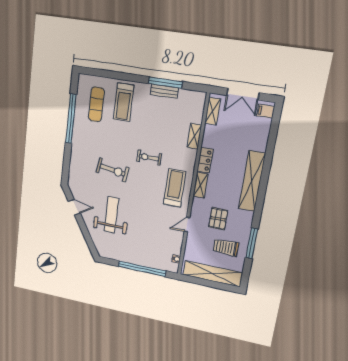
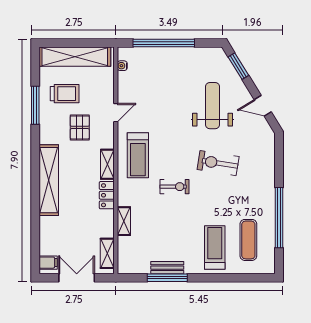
weight bench: (111, 215) -> (212, 106), turned 180
window: (89, 240) -> (238, 66), added

